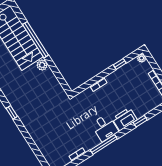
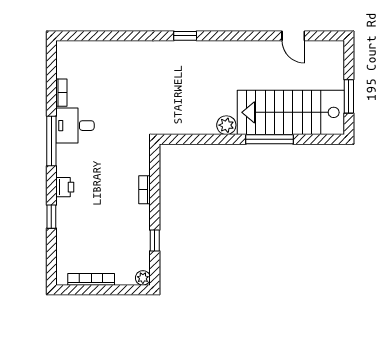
window: (36, 40) -> (270, 139), width x0.68
printer: (125, 119) -> (65, 187), width x0.53, depth x0.68
desk: (105, 128) -> (75, 126), moved

